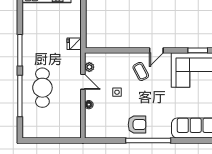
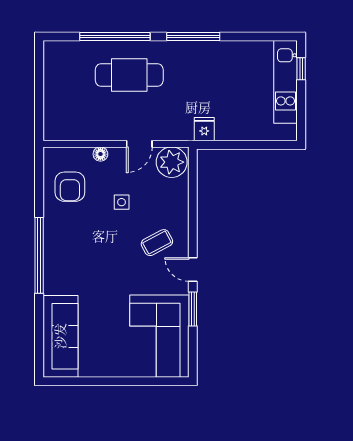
window: (198, 50) -> (193, 309), moved
plant: (89, 67) -> (172, 162), width x1.87, depth x1.87
armchair: (137, 125) -> (70, 187), moved

